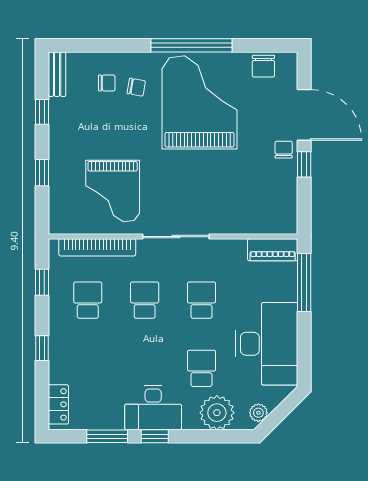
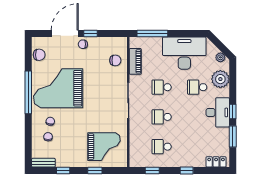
grand piano: (113, 191) -> (104, 147), moved
chair: (253, 212) -> (115, 60), added
bookcase: (97, 247) -> (134, 142), removed
piano: (273, 250) -> (135, 61), moved

